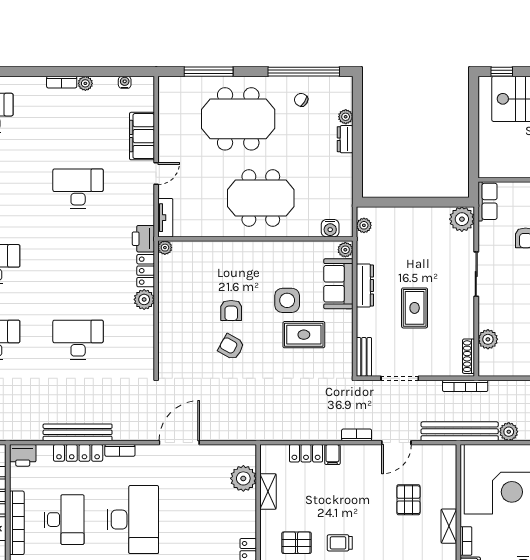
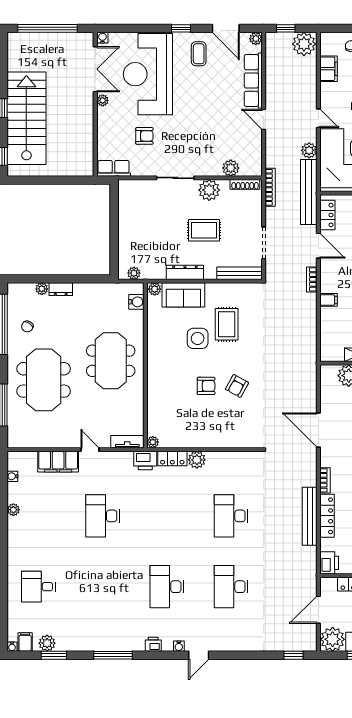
bookcase: (62, 82) -> (12, 530), removed
plant: (462, 219) -> (209, 190), moved
bench: (364, 357) -> (240, 273), width x1.36
locker: (306, 453) -> (327, 215), moved

